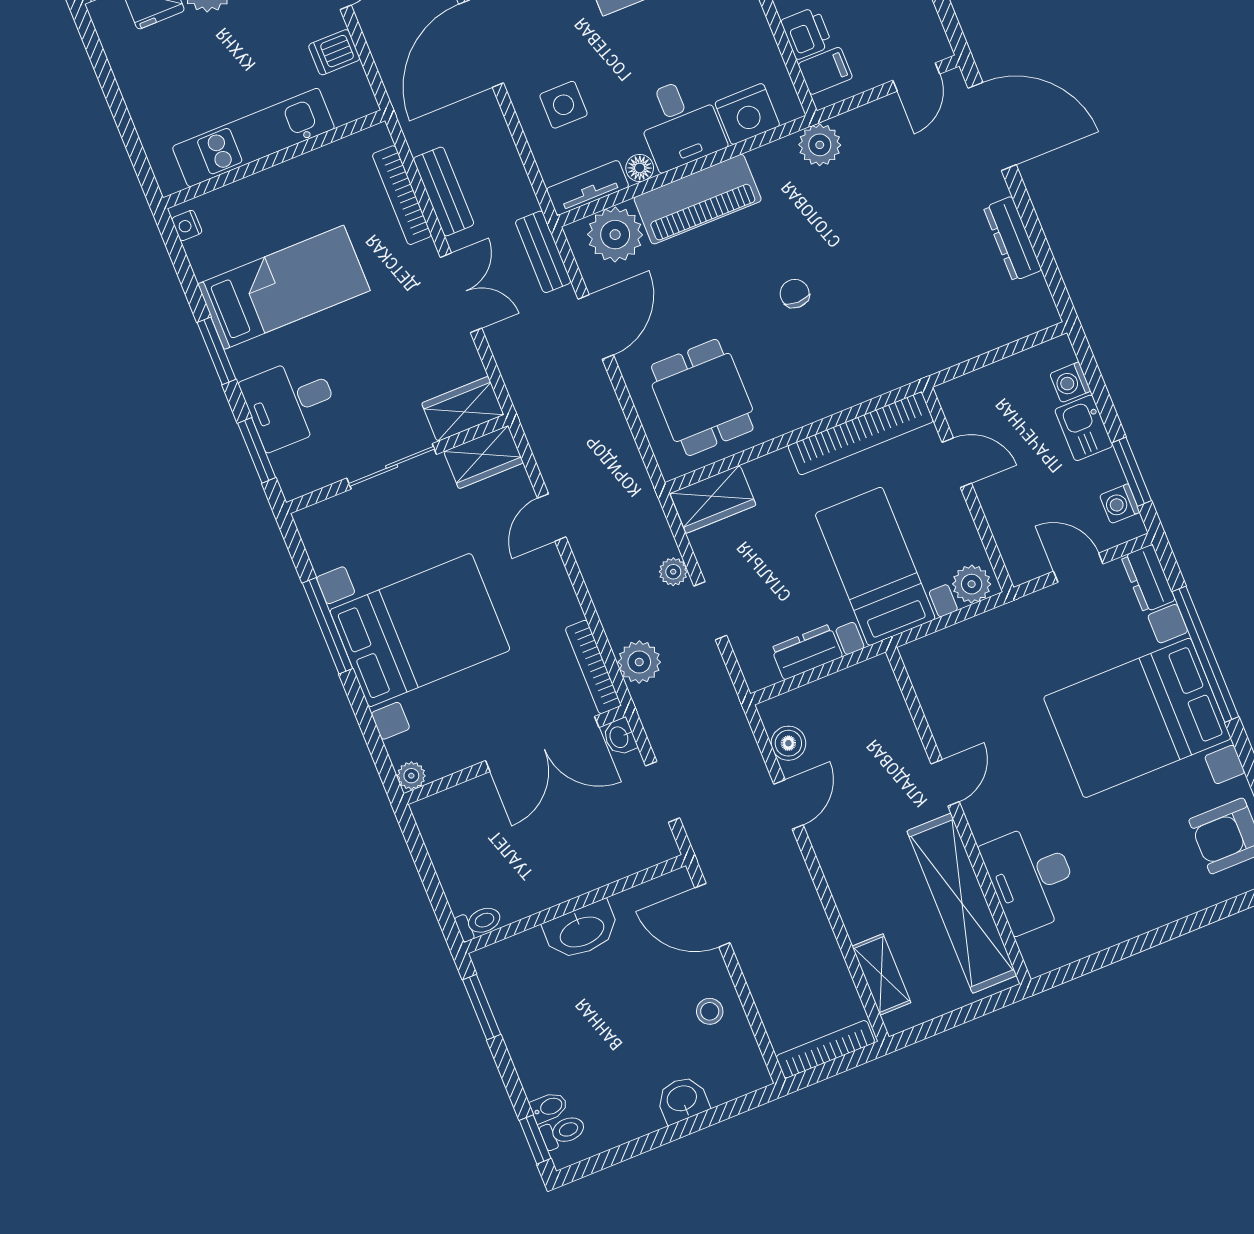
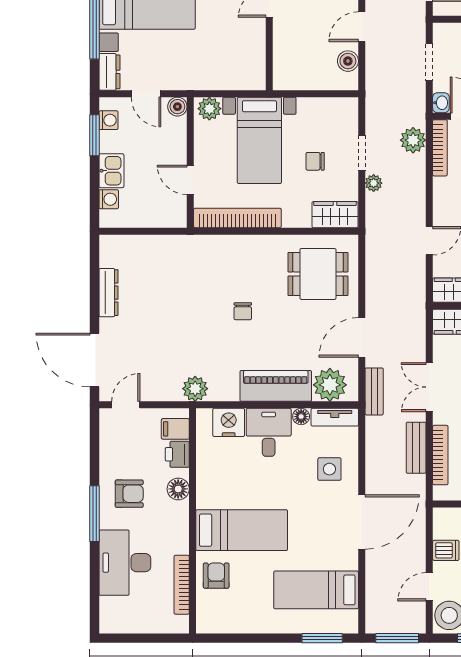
dining table: (702, 397) -> (318, 274), turned 90
boiler: (1022, 567) -> (177, 107), added
chair: (777, 569) -> (315, 161), added
dresser: (807, 652) -> (317, 108), removed

